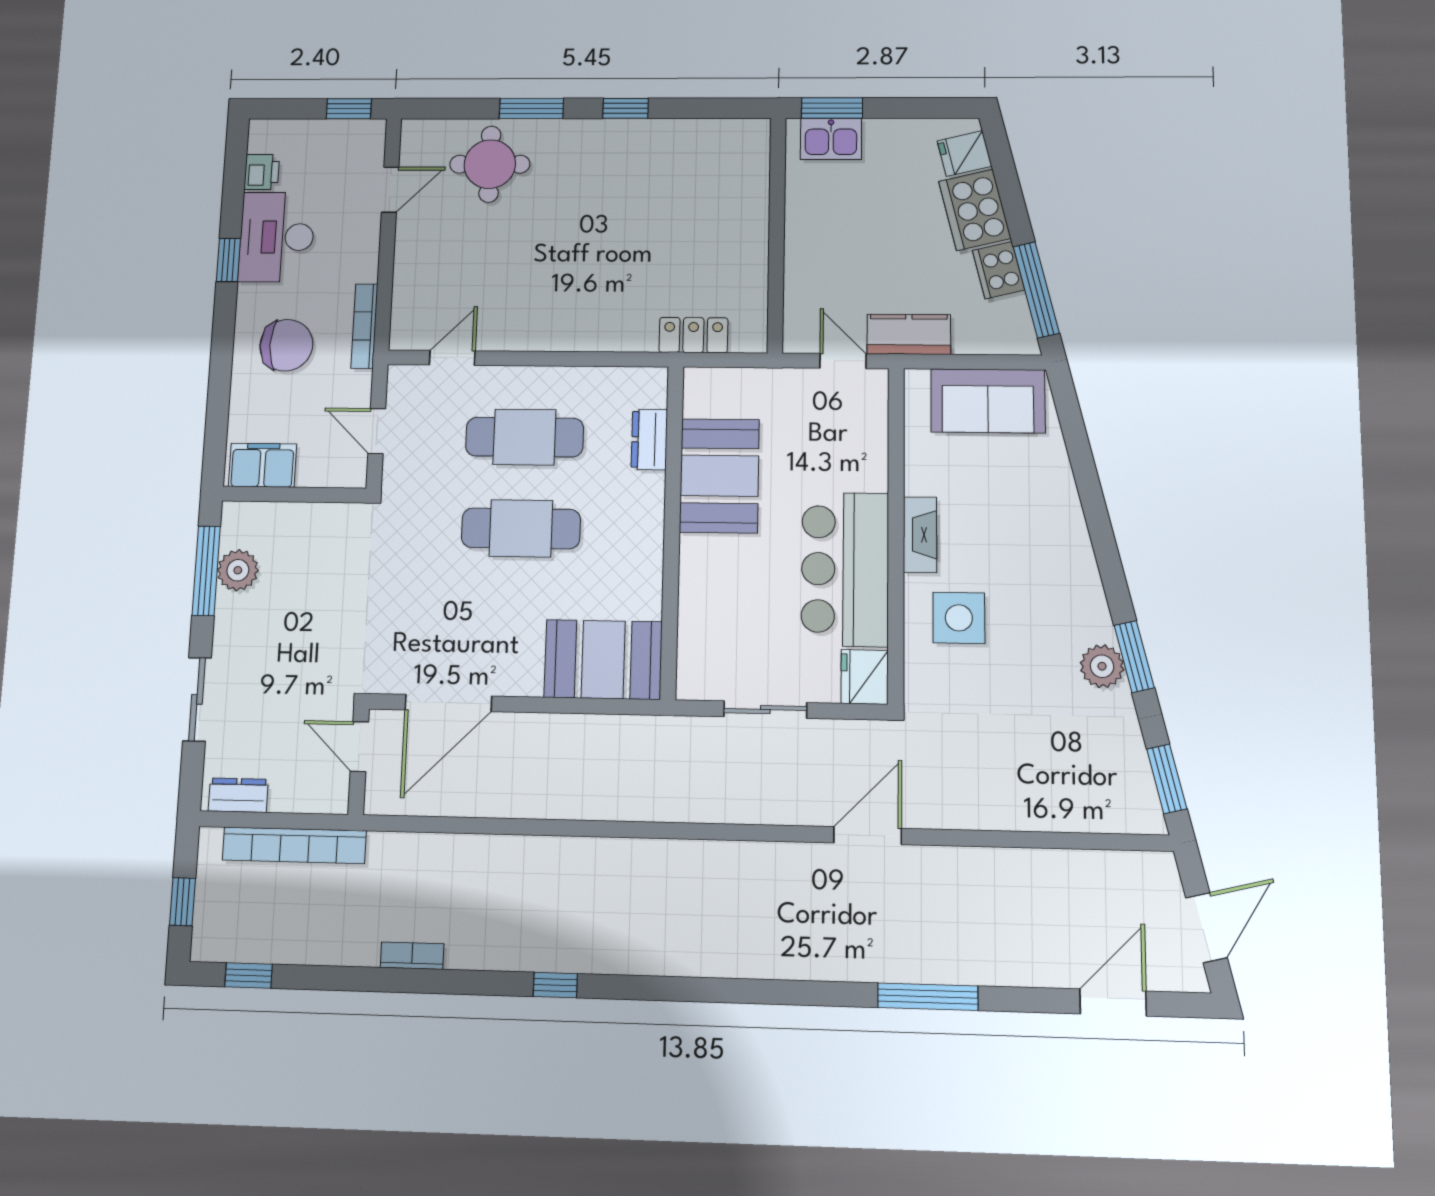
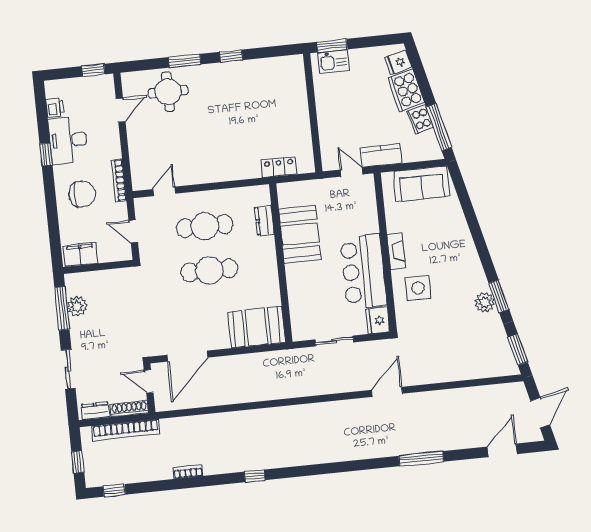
shoe rack: (309, 800) -> (129, 409), added

